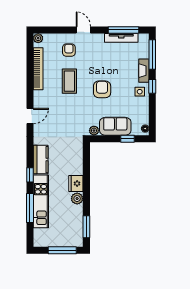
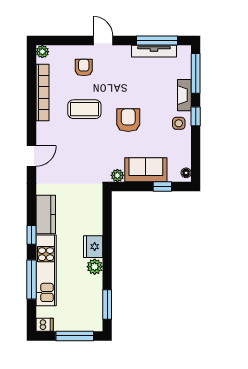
coffee table: (69, 81) -> (84, 109), turned 90
dishwasher: (40, 242) -> (45, 325), added

